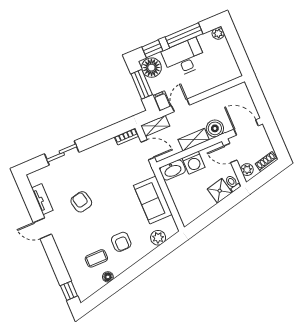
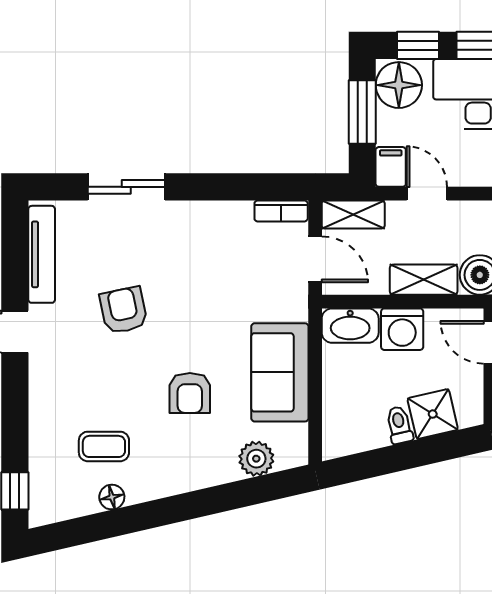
door: (181, 105) -> (427, 194), hinge flipped
toilet: (233, 183) -> (399, 425), moved
tv unit: (42, 199) -> (42, 254), width x1.41
armchair: (121, 242) -> (190, 393), moved

